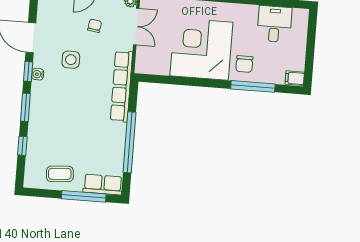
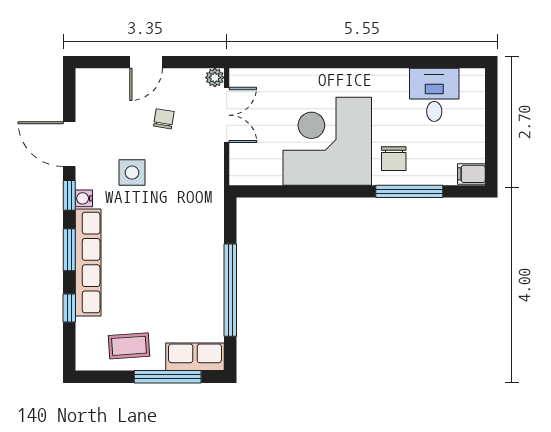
row of seats: (121, 86) -> (88, 263), moved, turned 180

